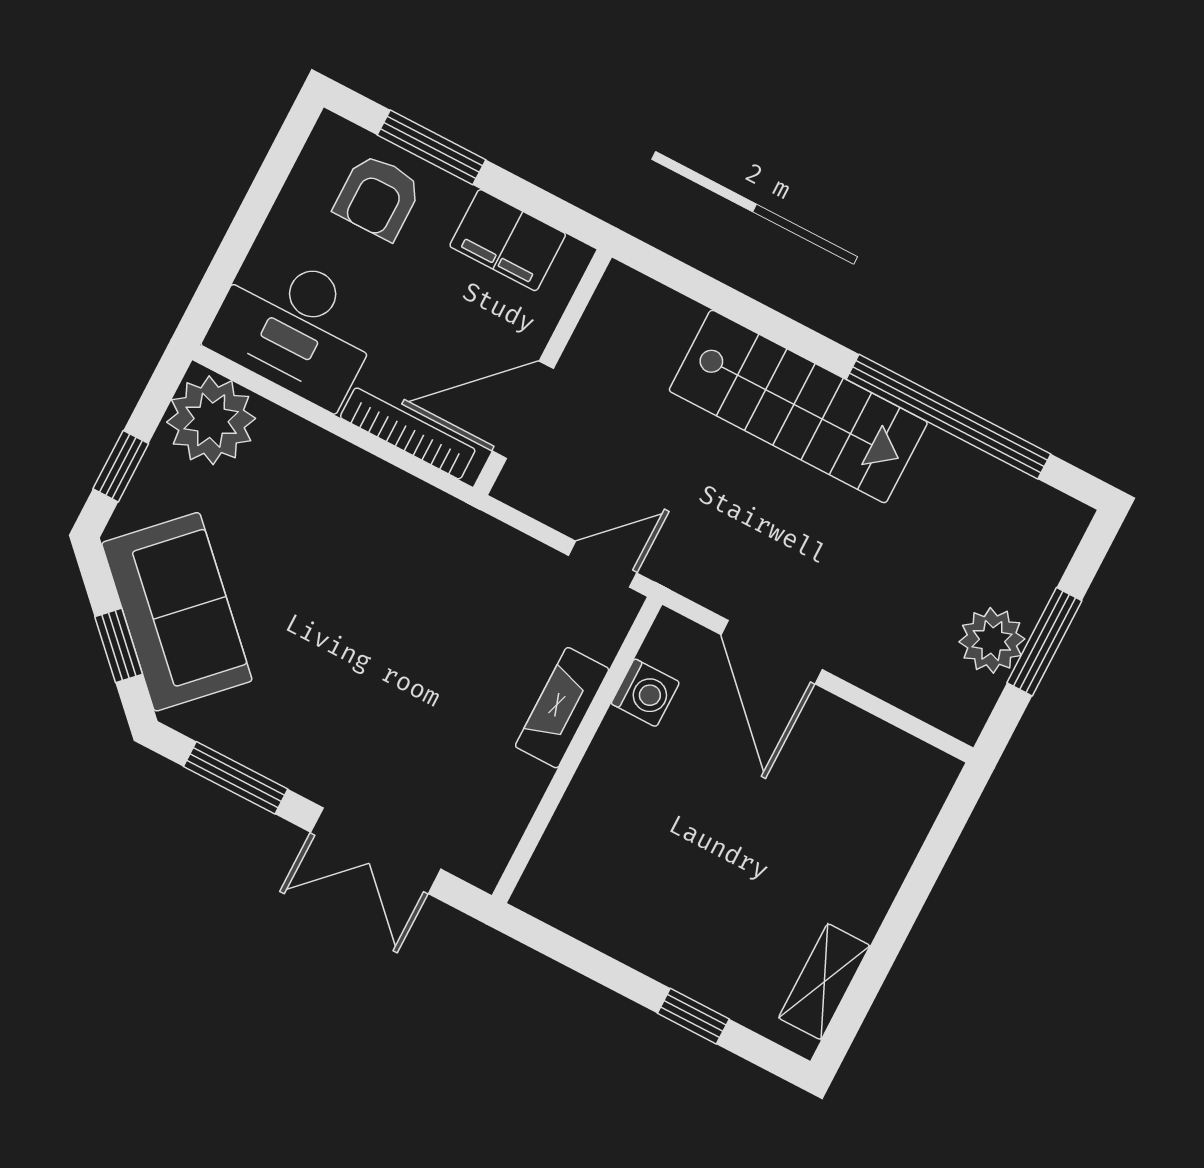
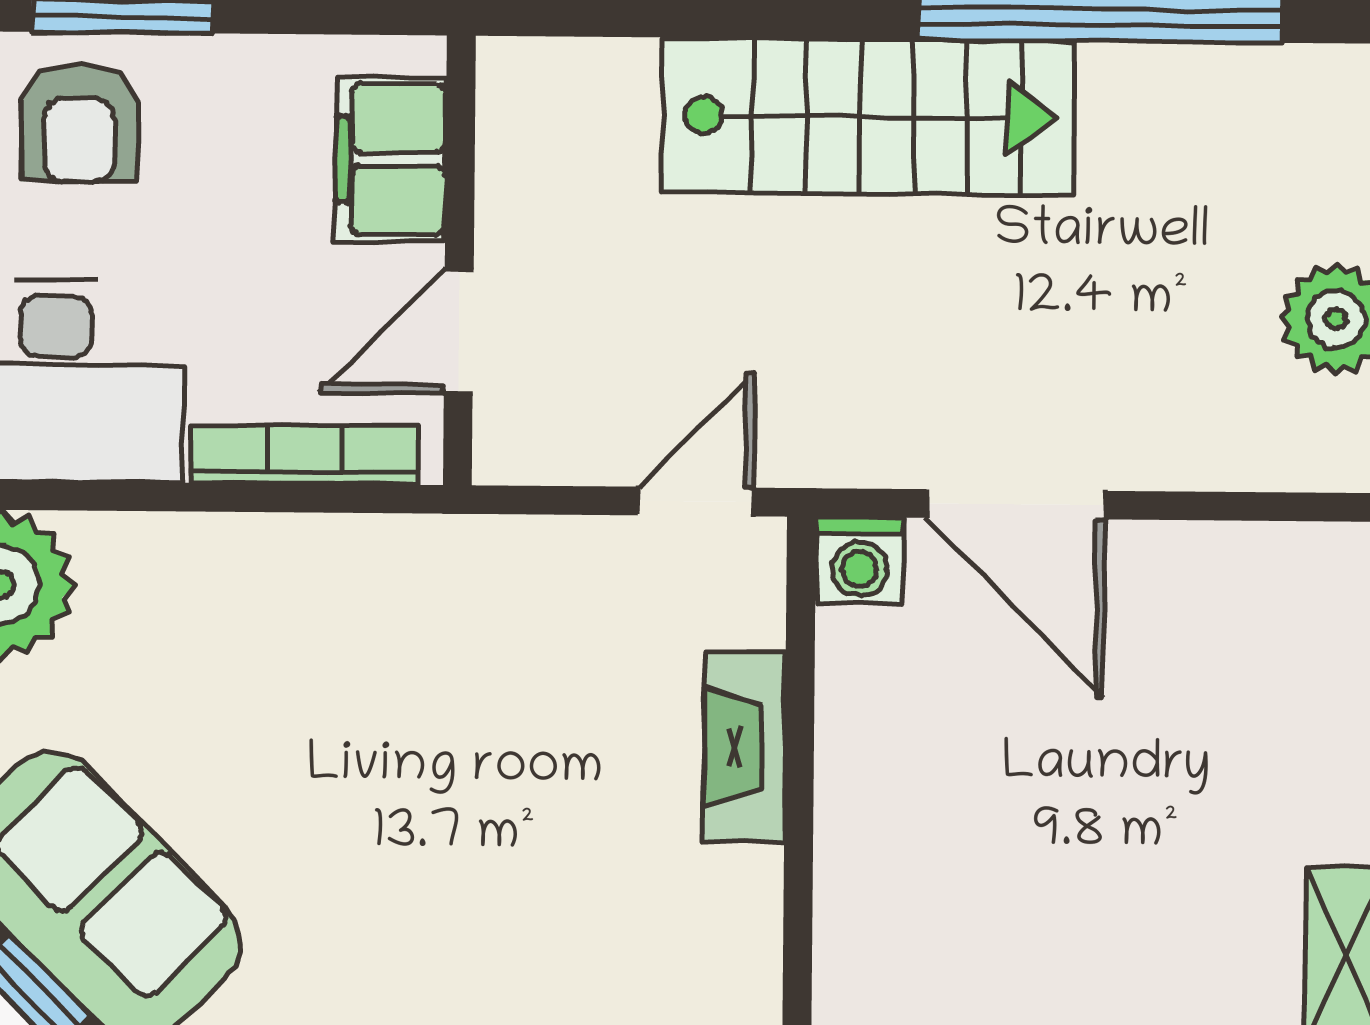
filing cabinet: (508, 240) -> (391, 159), moved, turned 90
door: (523, 410) -> (459, 332), width x0.73
washing machine: (645, 693) -> (860, 560), moved, turned 90

